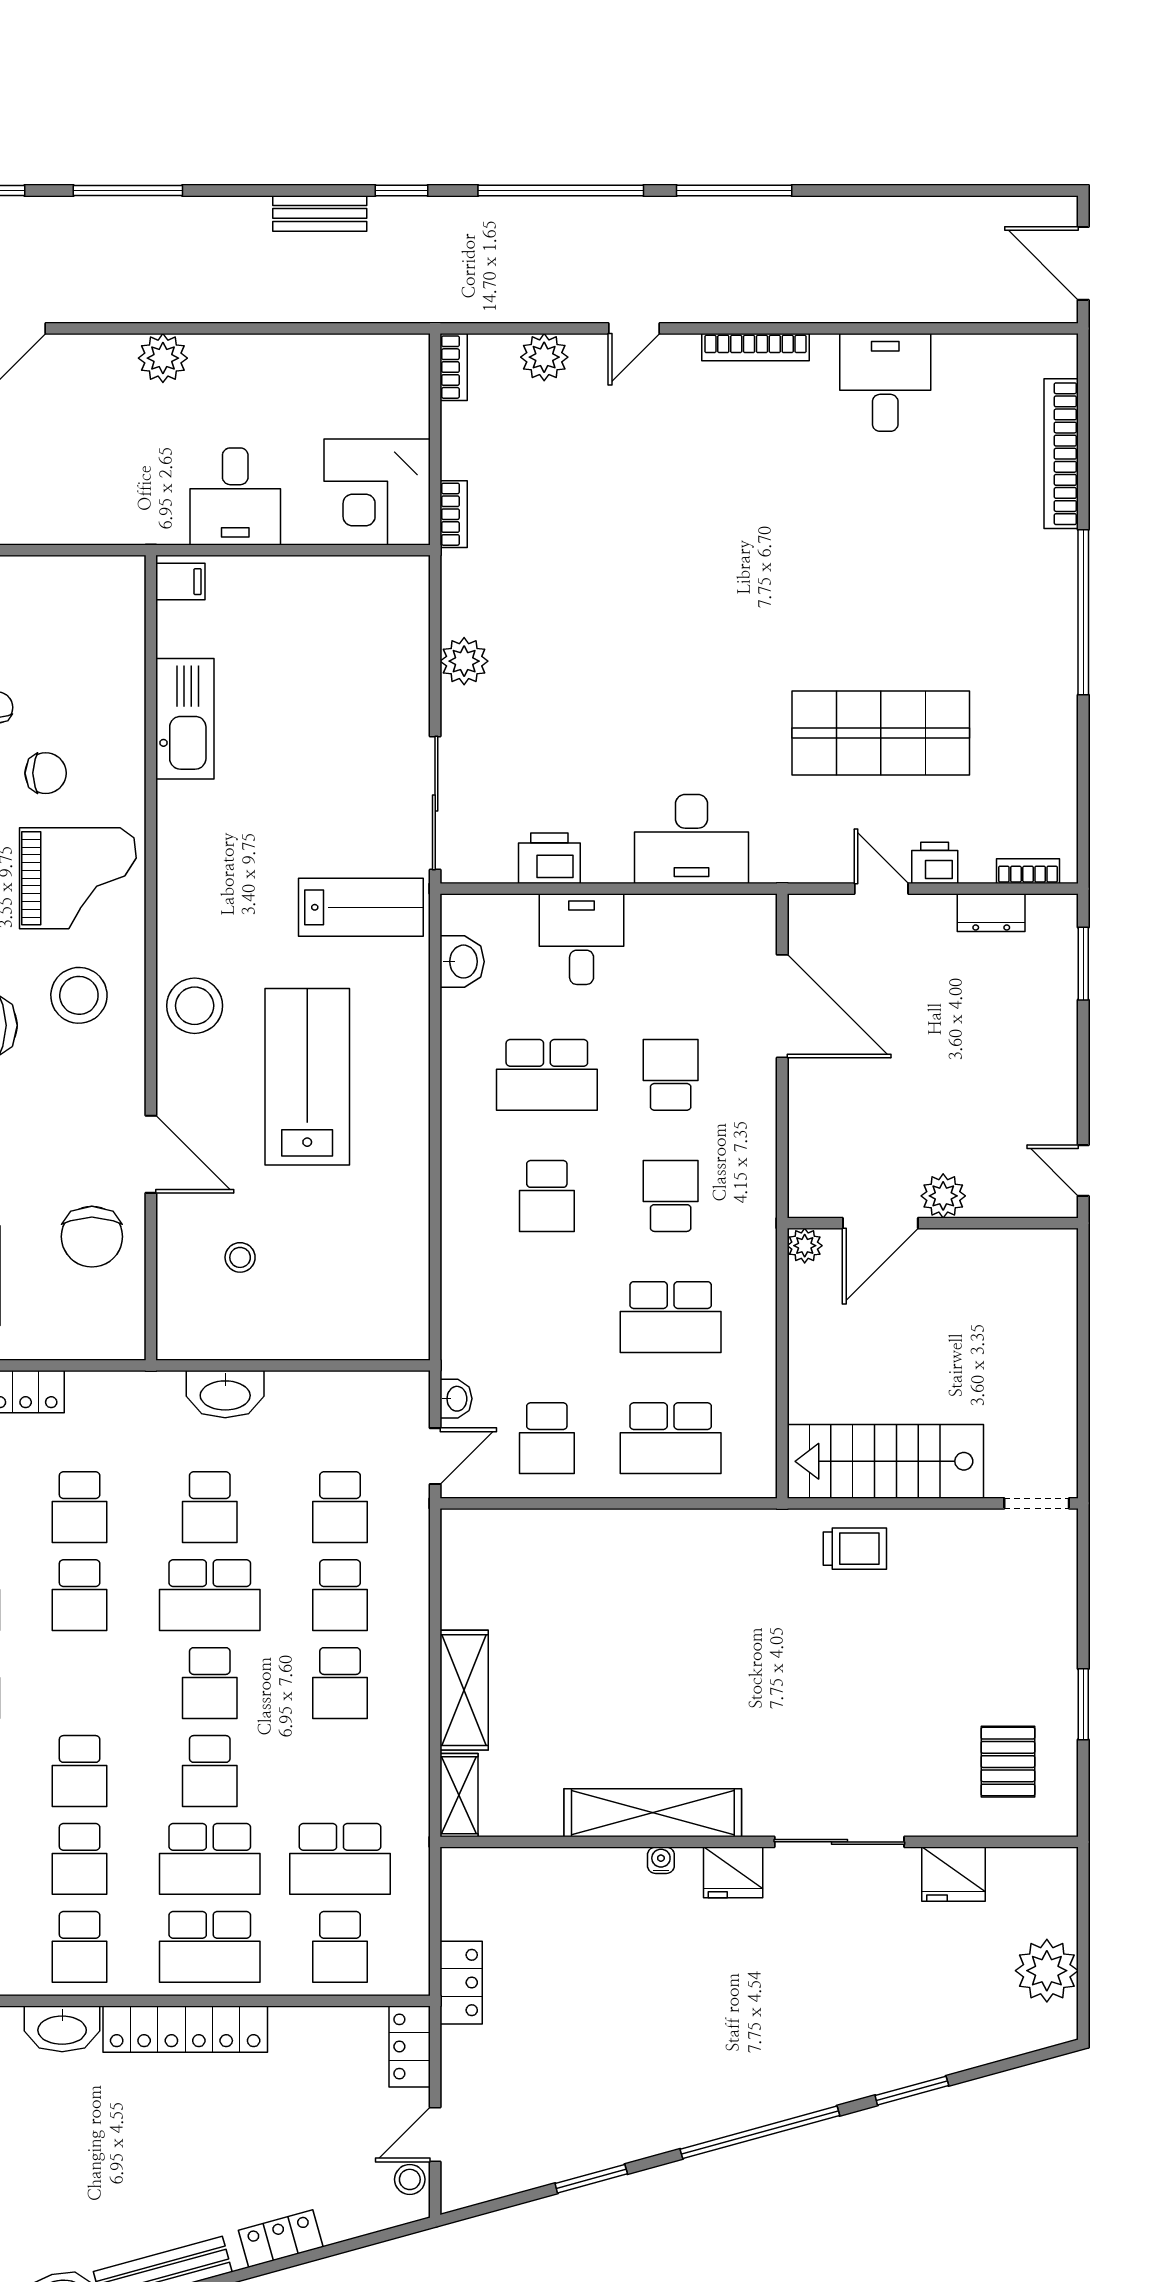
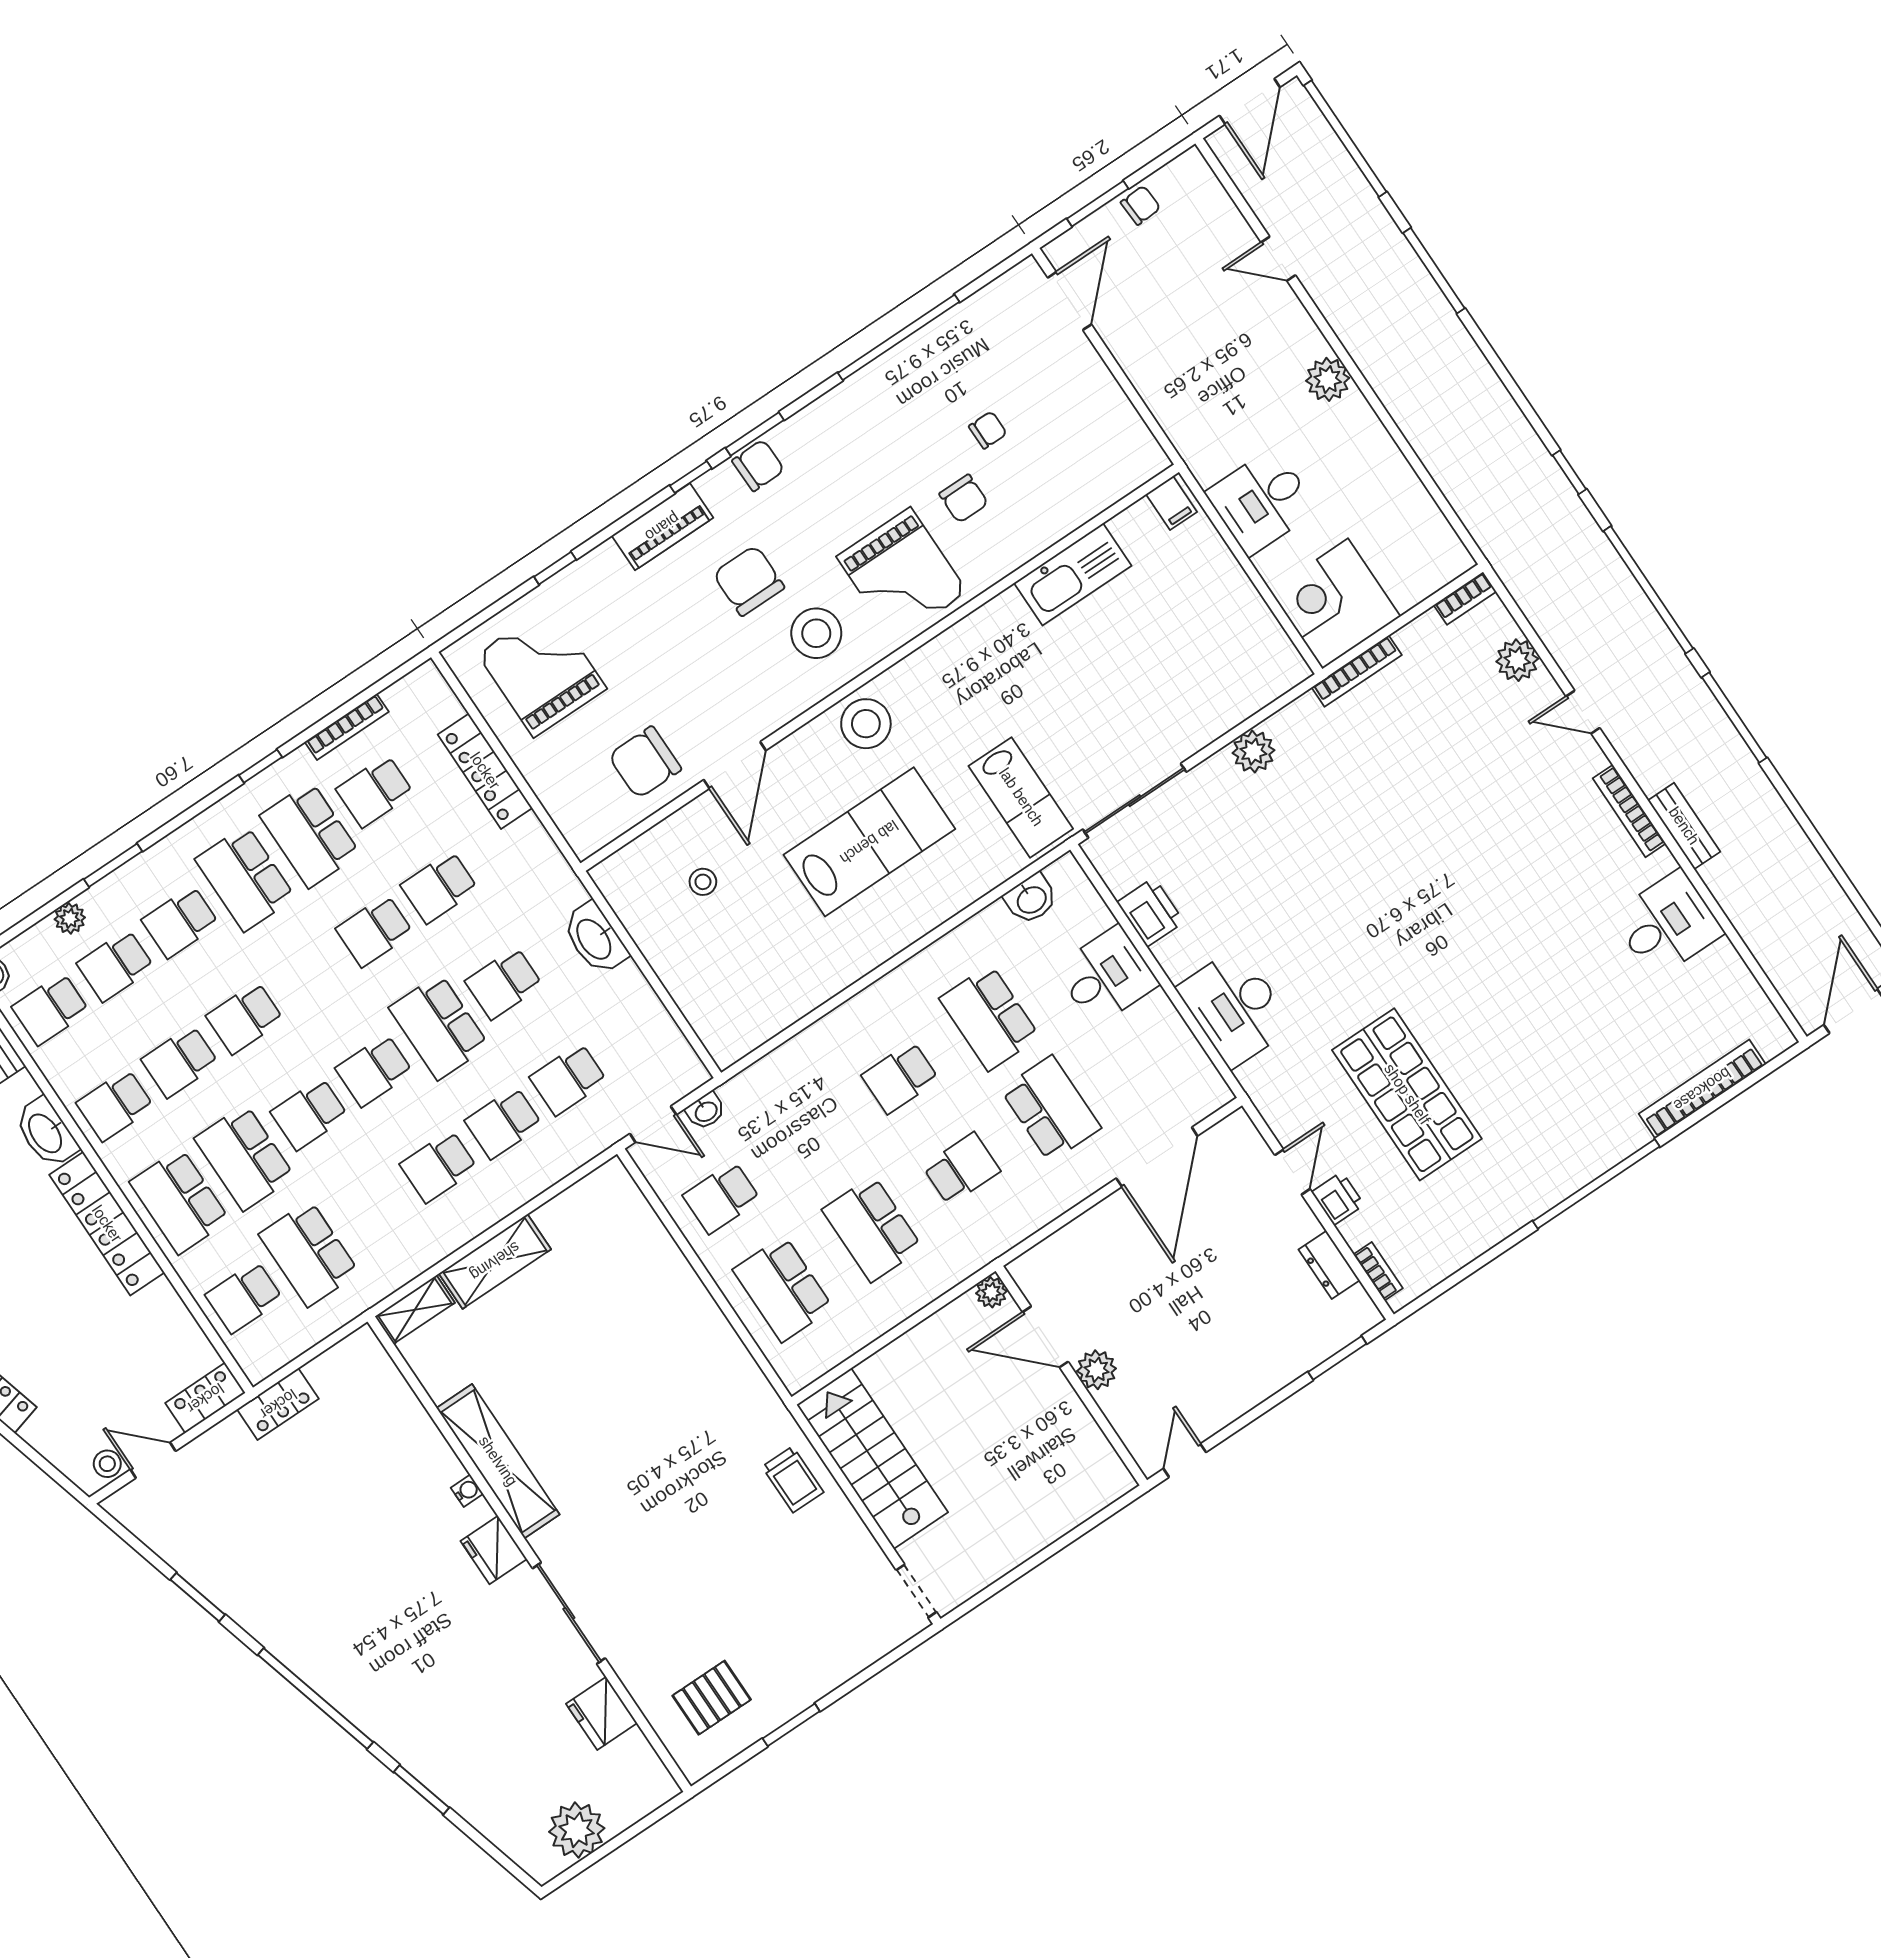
bench: (320, 213) -> (1684, 826), moved
bookcase: (454, 514) -> (1357, 671), width x1.56
school desk: (671, 1075) -> (1051, 1109), width x1.85

